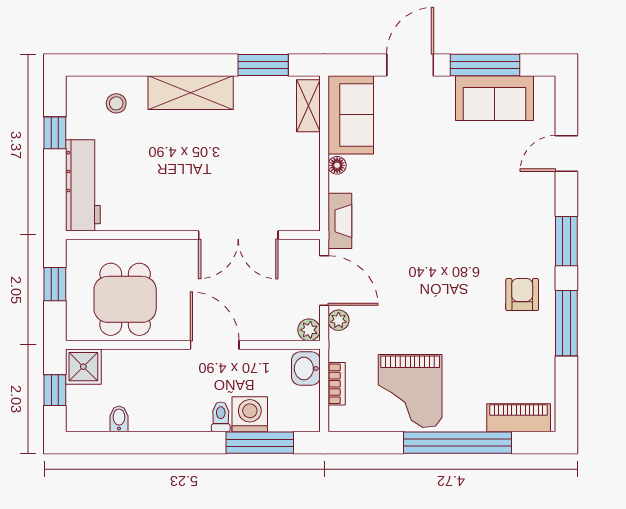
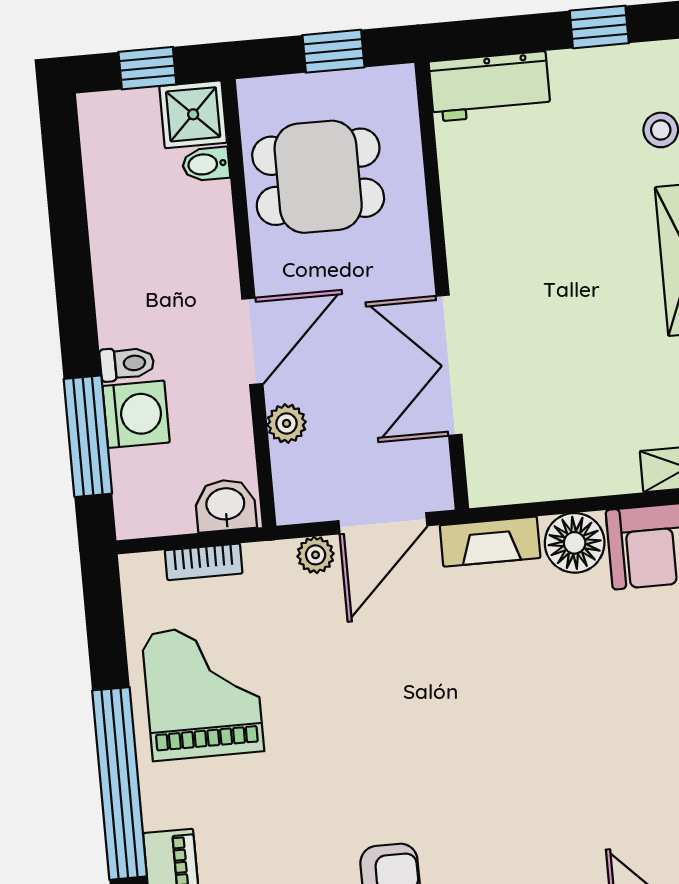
floor lamp: (337, 165) -> (575, 543), width x1.89, depth x1.89
workbench: (83, 185) -> (490, 86), width x0.73
plant: (309, 330) -> (287, 423), moved
grand piano: (410, 391) -> (203, 692), turned 90
bidet: (119, 419) -> (206, 164), moved, turned 180

